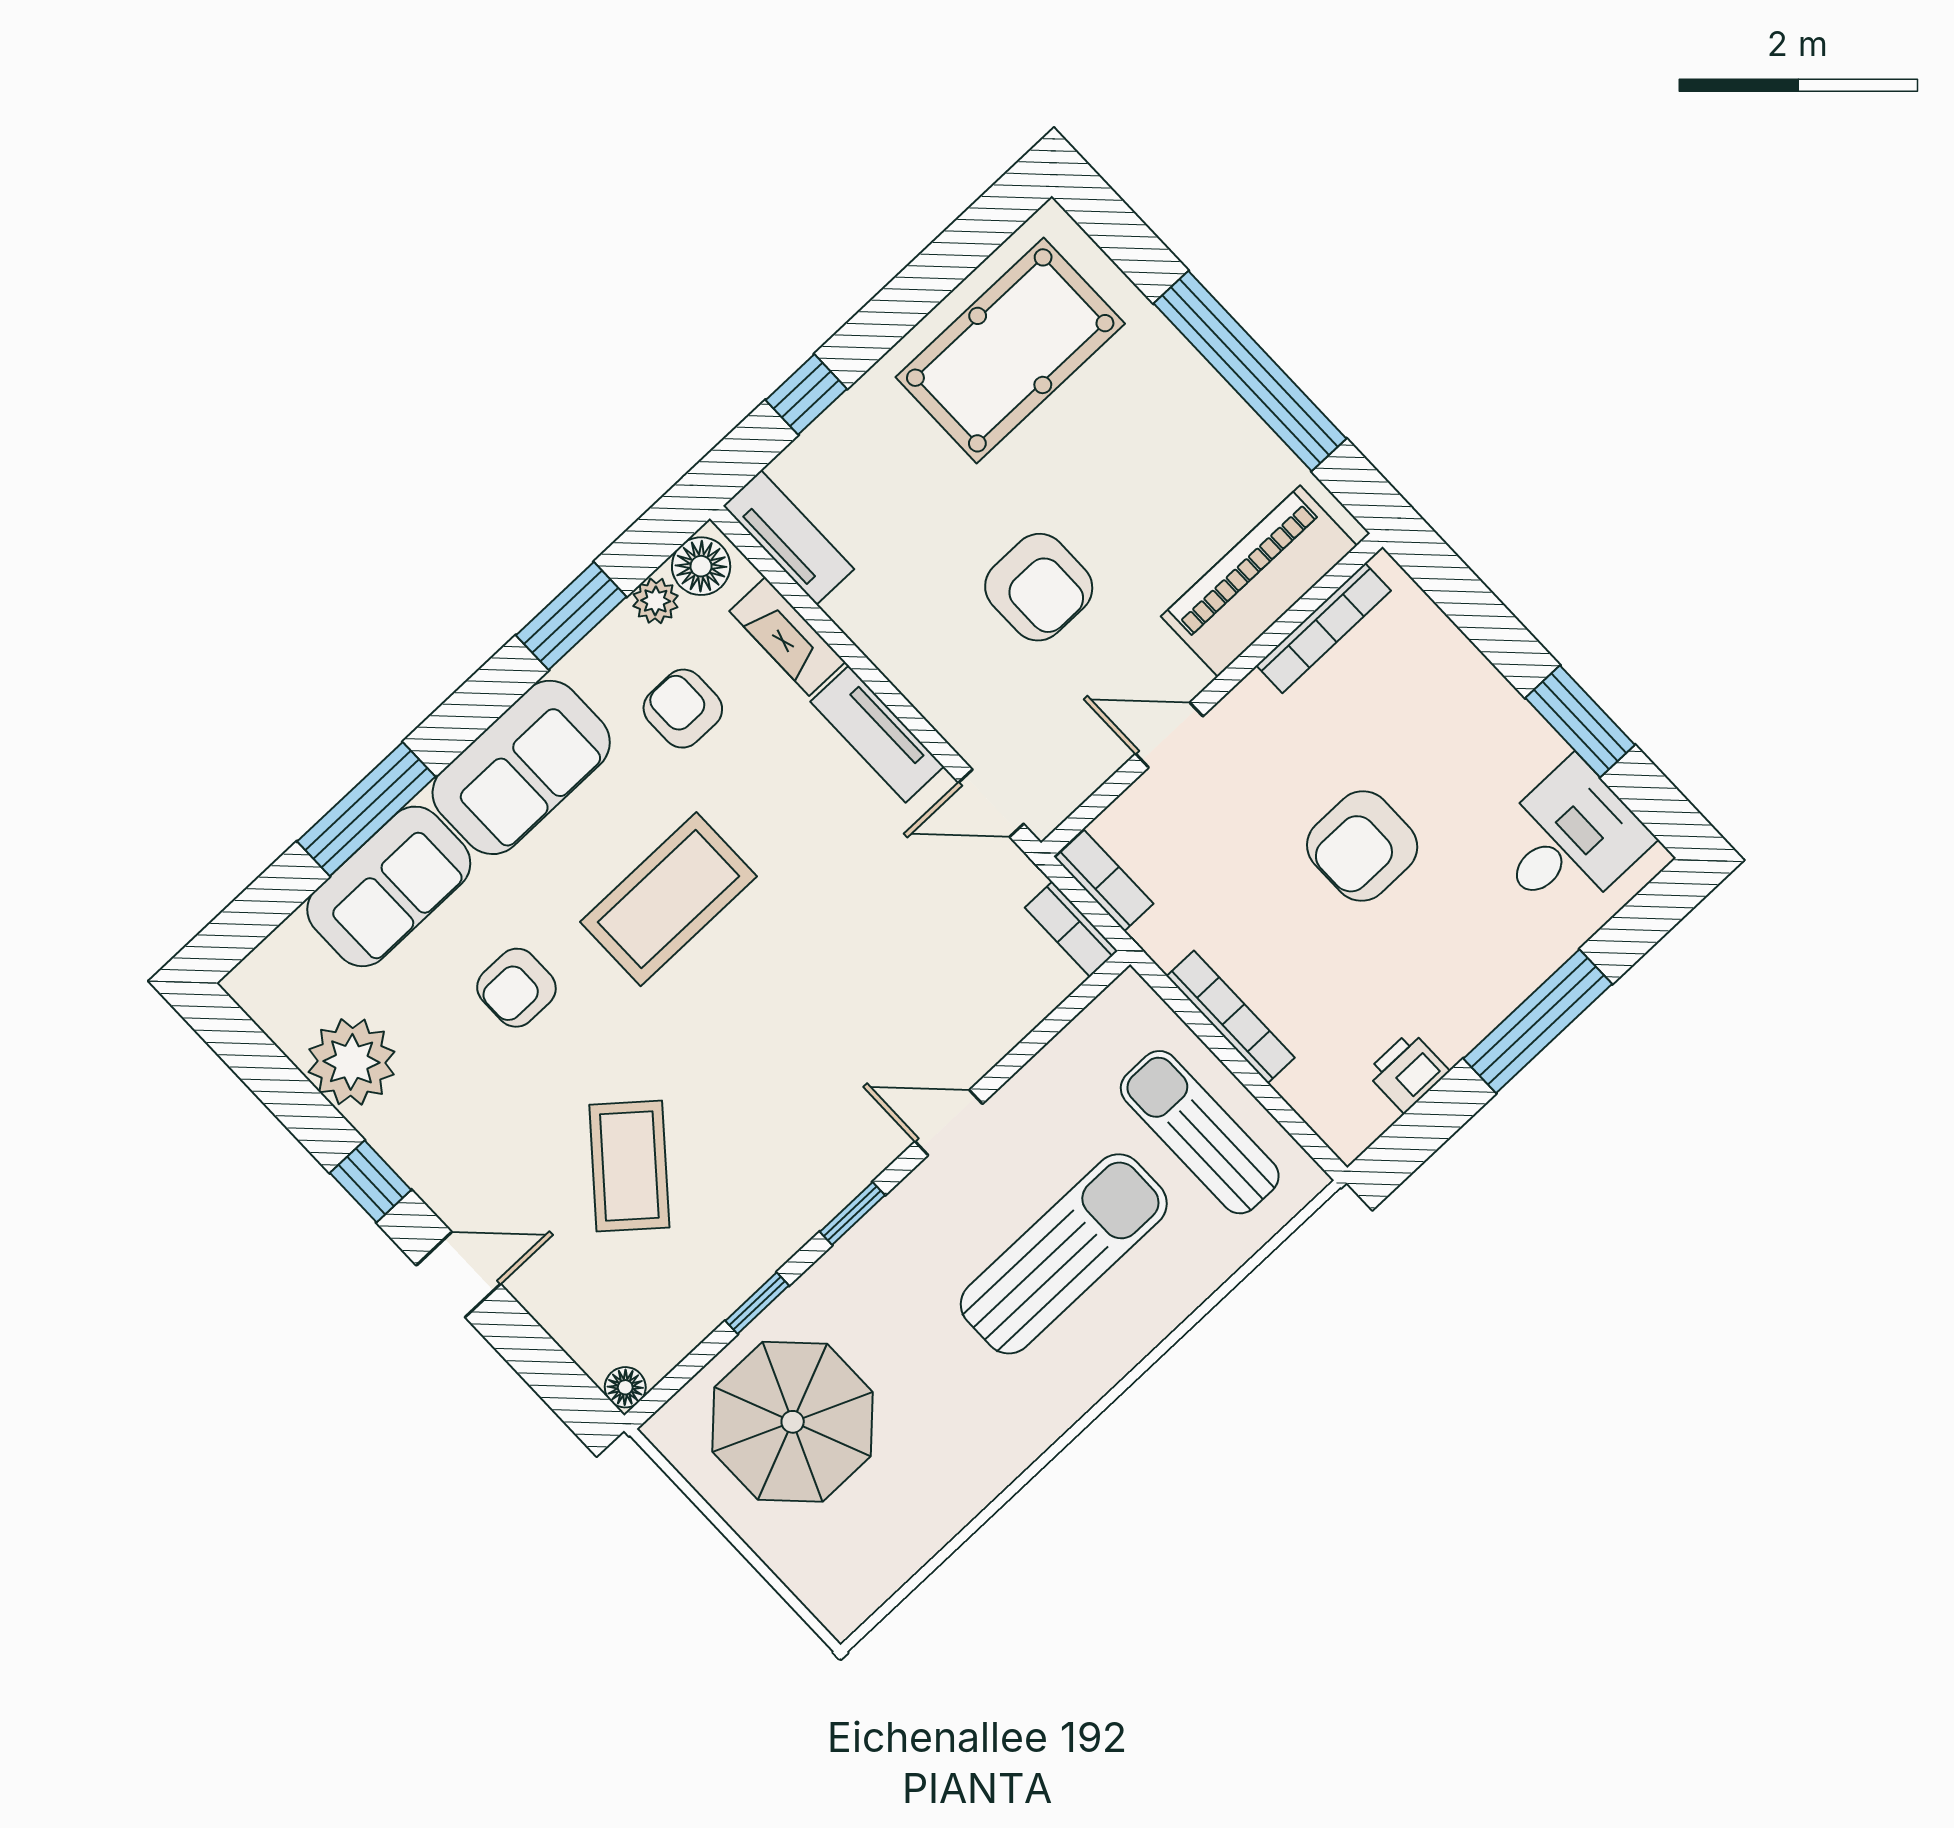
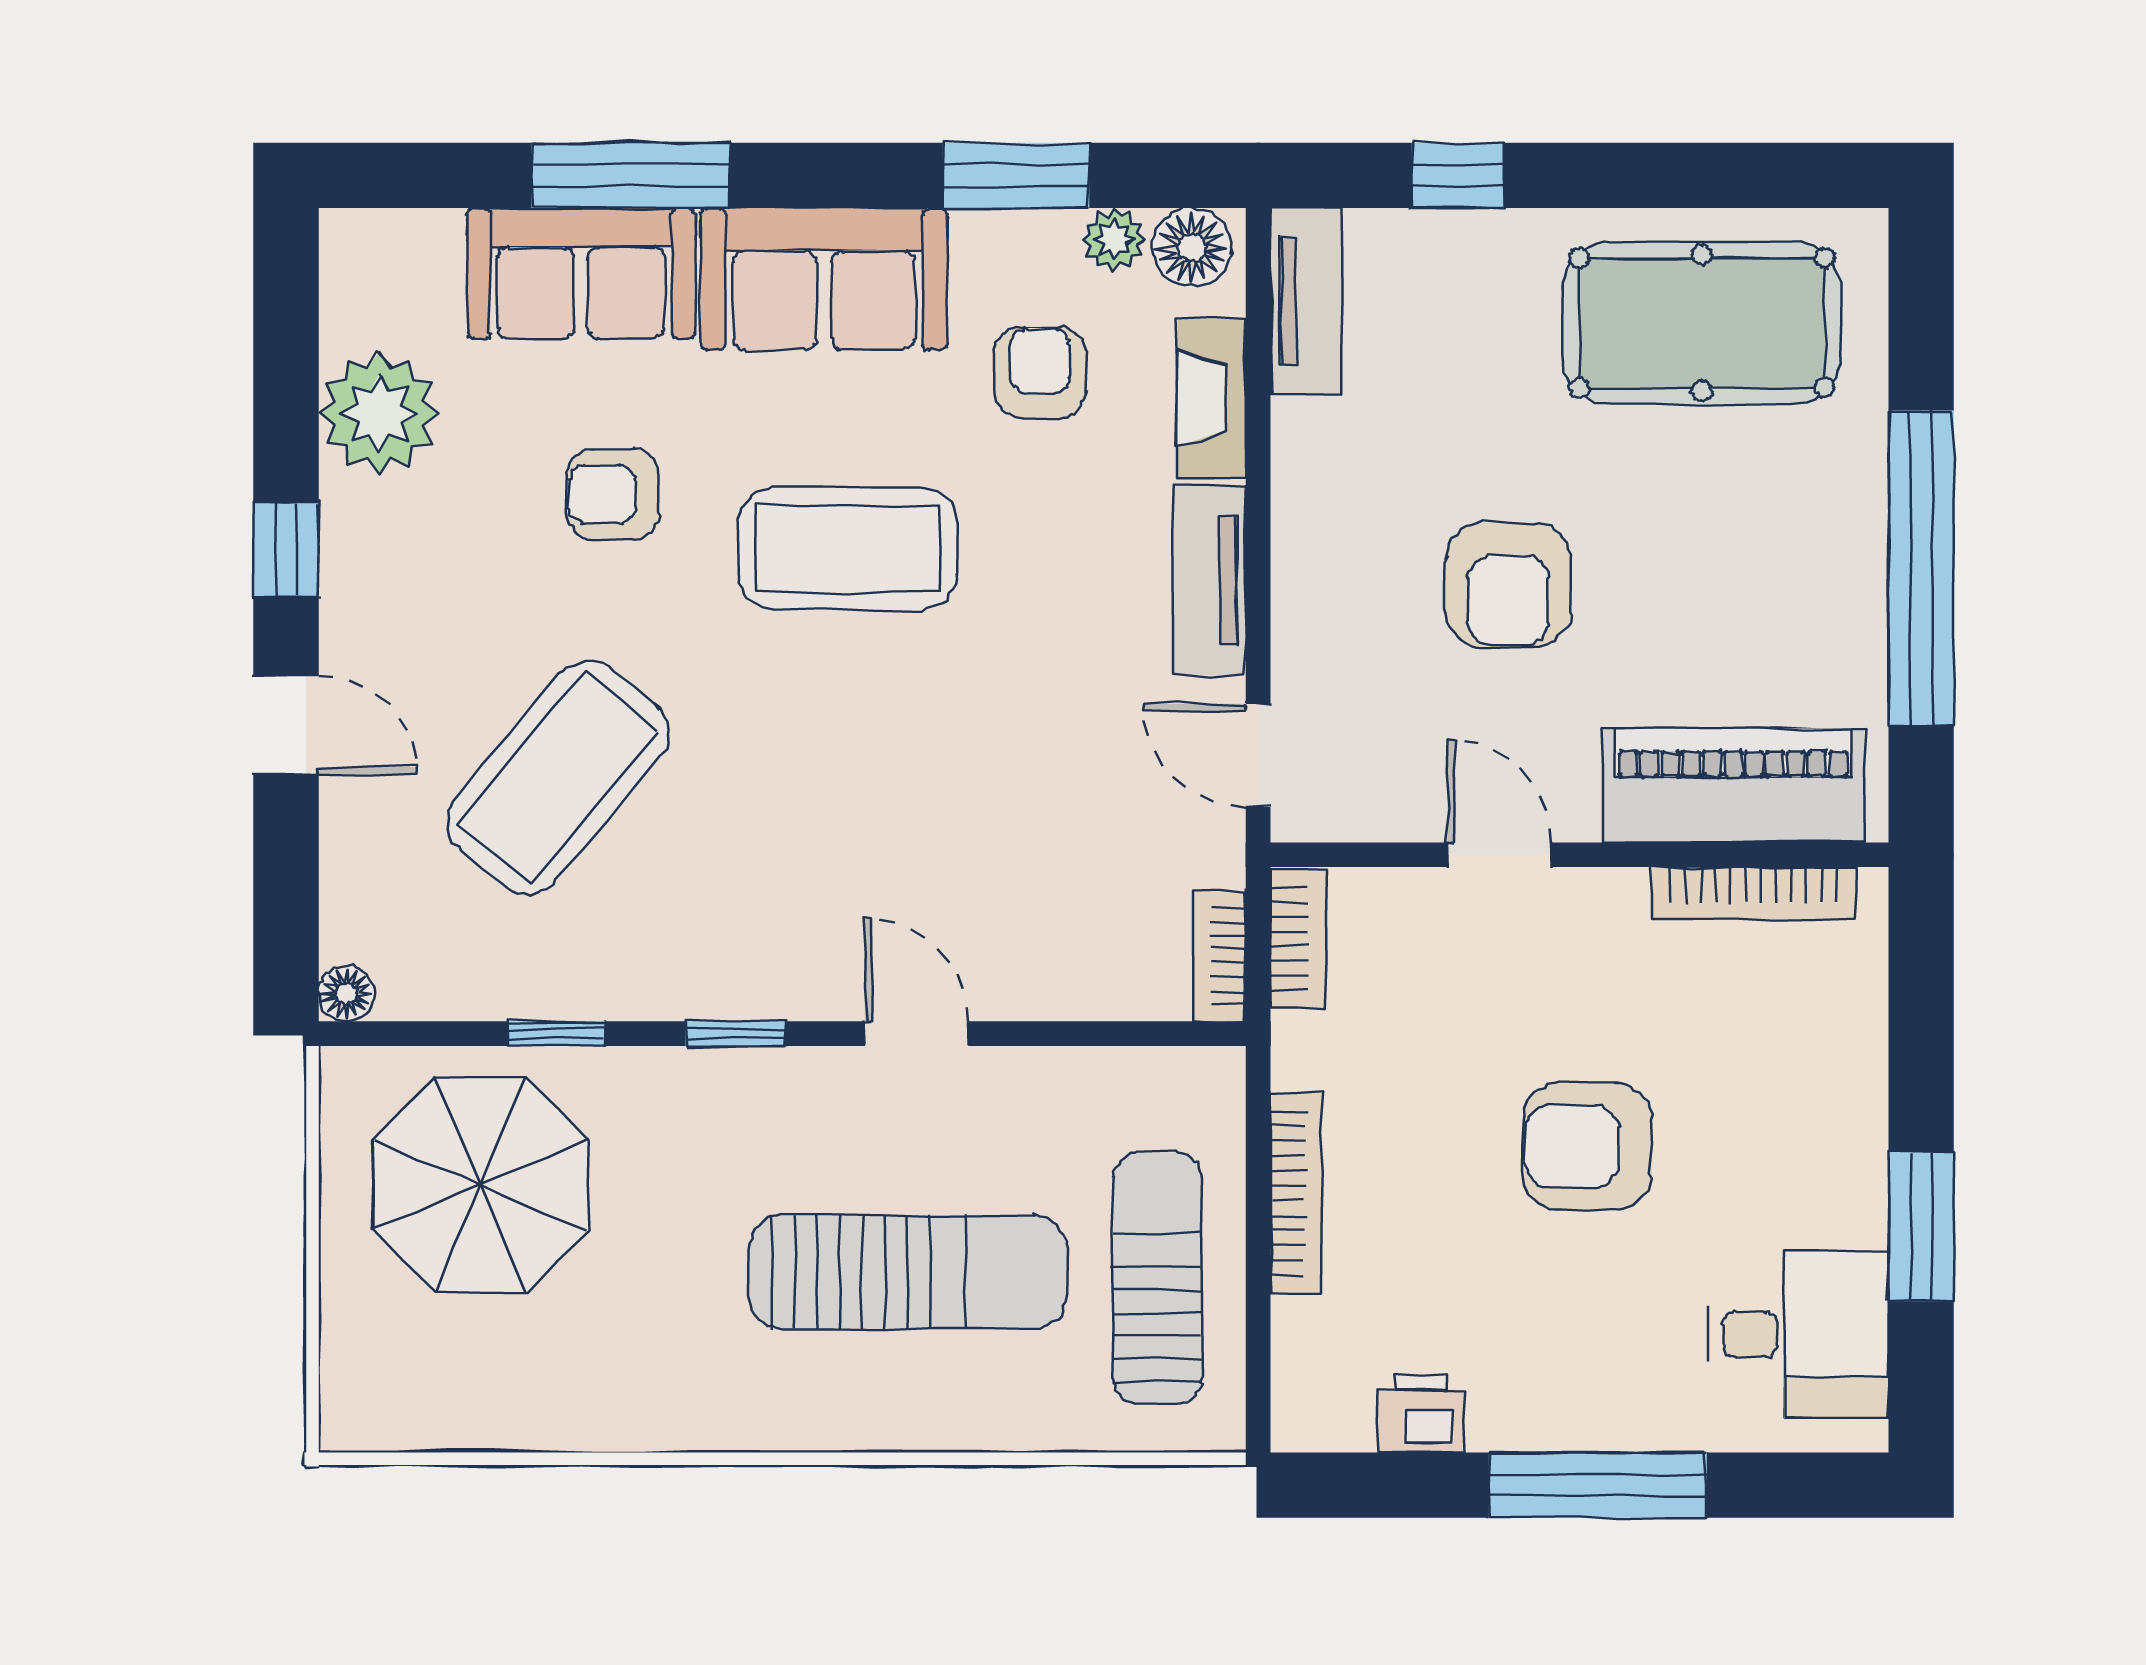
coffee table: (629, 1166) -> (558, 777), width x1.36, depth x1.32

